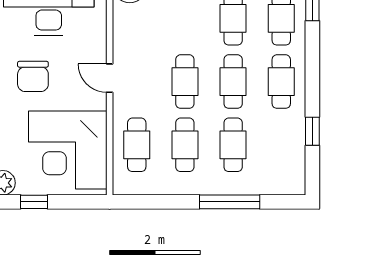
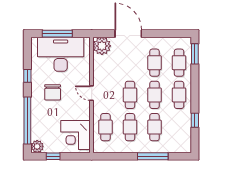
corner desk: (68, 150) -> (76, 135), width x0.74, depth x0.74

